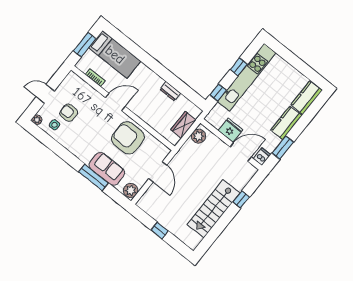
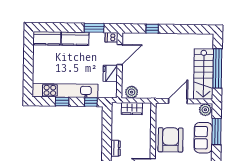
dresser: (170, 91) -> (116, 148), moved
armchair: (128, 138) -> (171, 140), turned 180
door: (241, 152) -> (120, 55), swing flipped
window: (93, 177) -> (217, 131), moved
stairs: (214, 209) -> (203, 74), moved, turned 90
window: (160, 230) -> (217, 68), width x3.17

